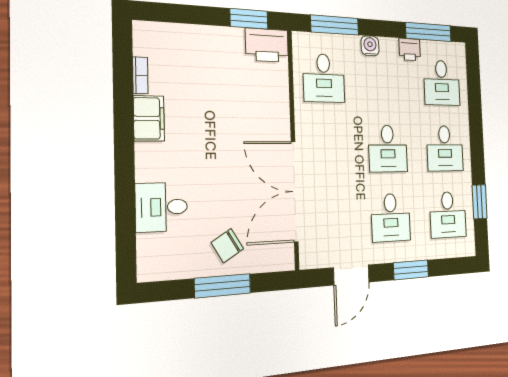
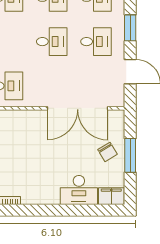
filing cabinet: (149, 118) -> (111, 196), moved
desk: (161, 207) -> (79, 190), width x1.37

